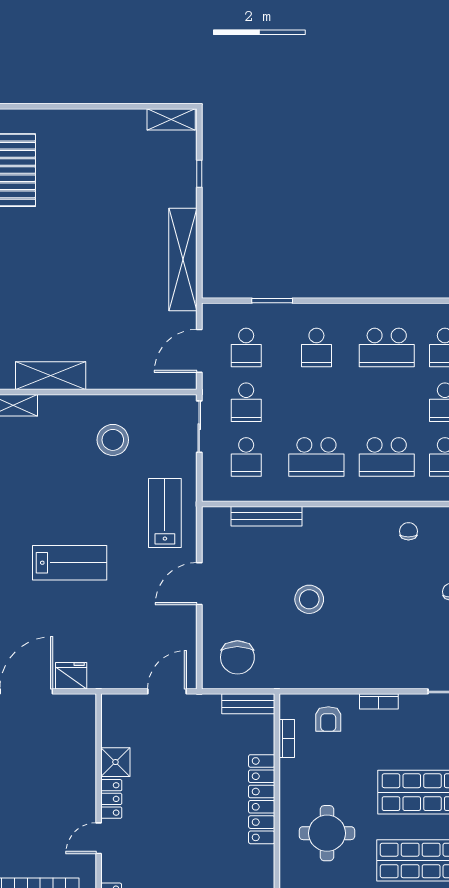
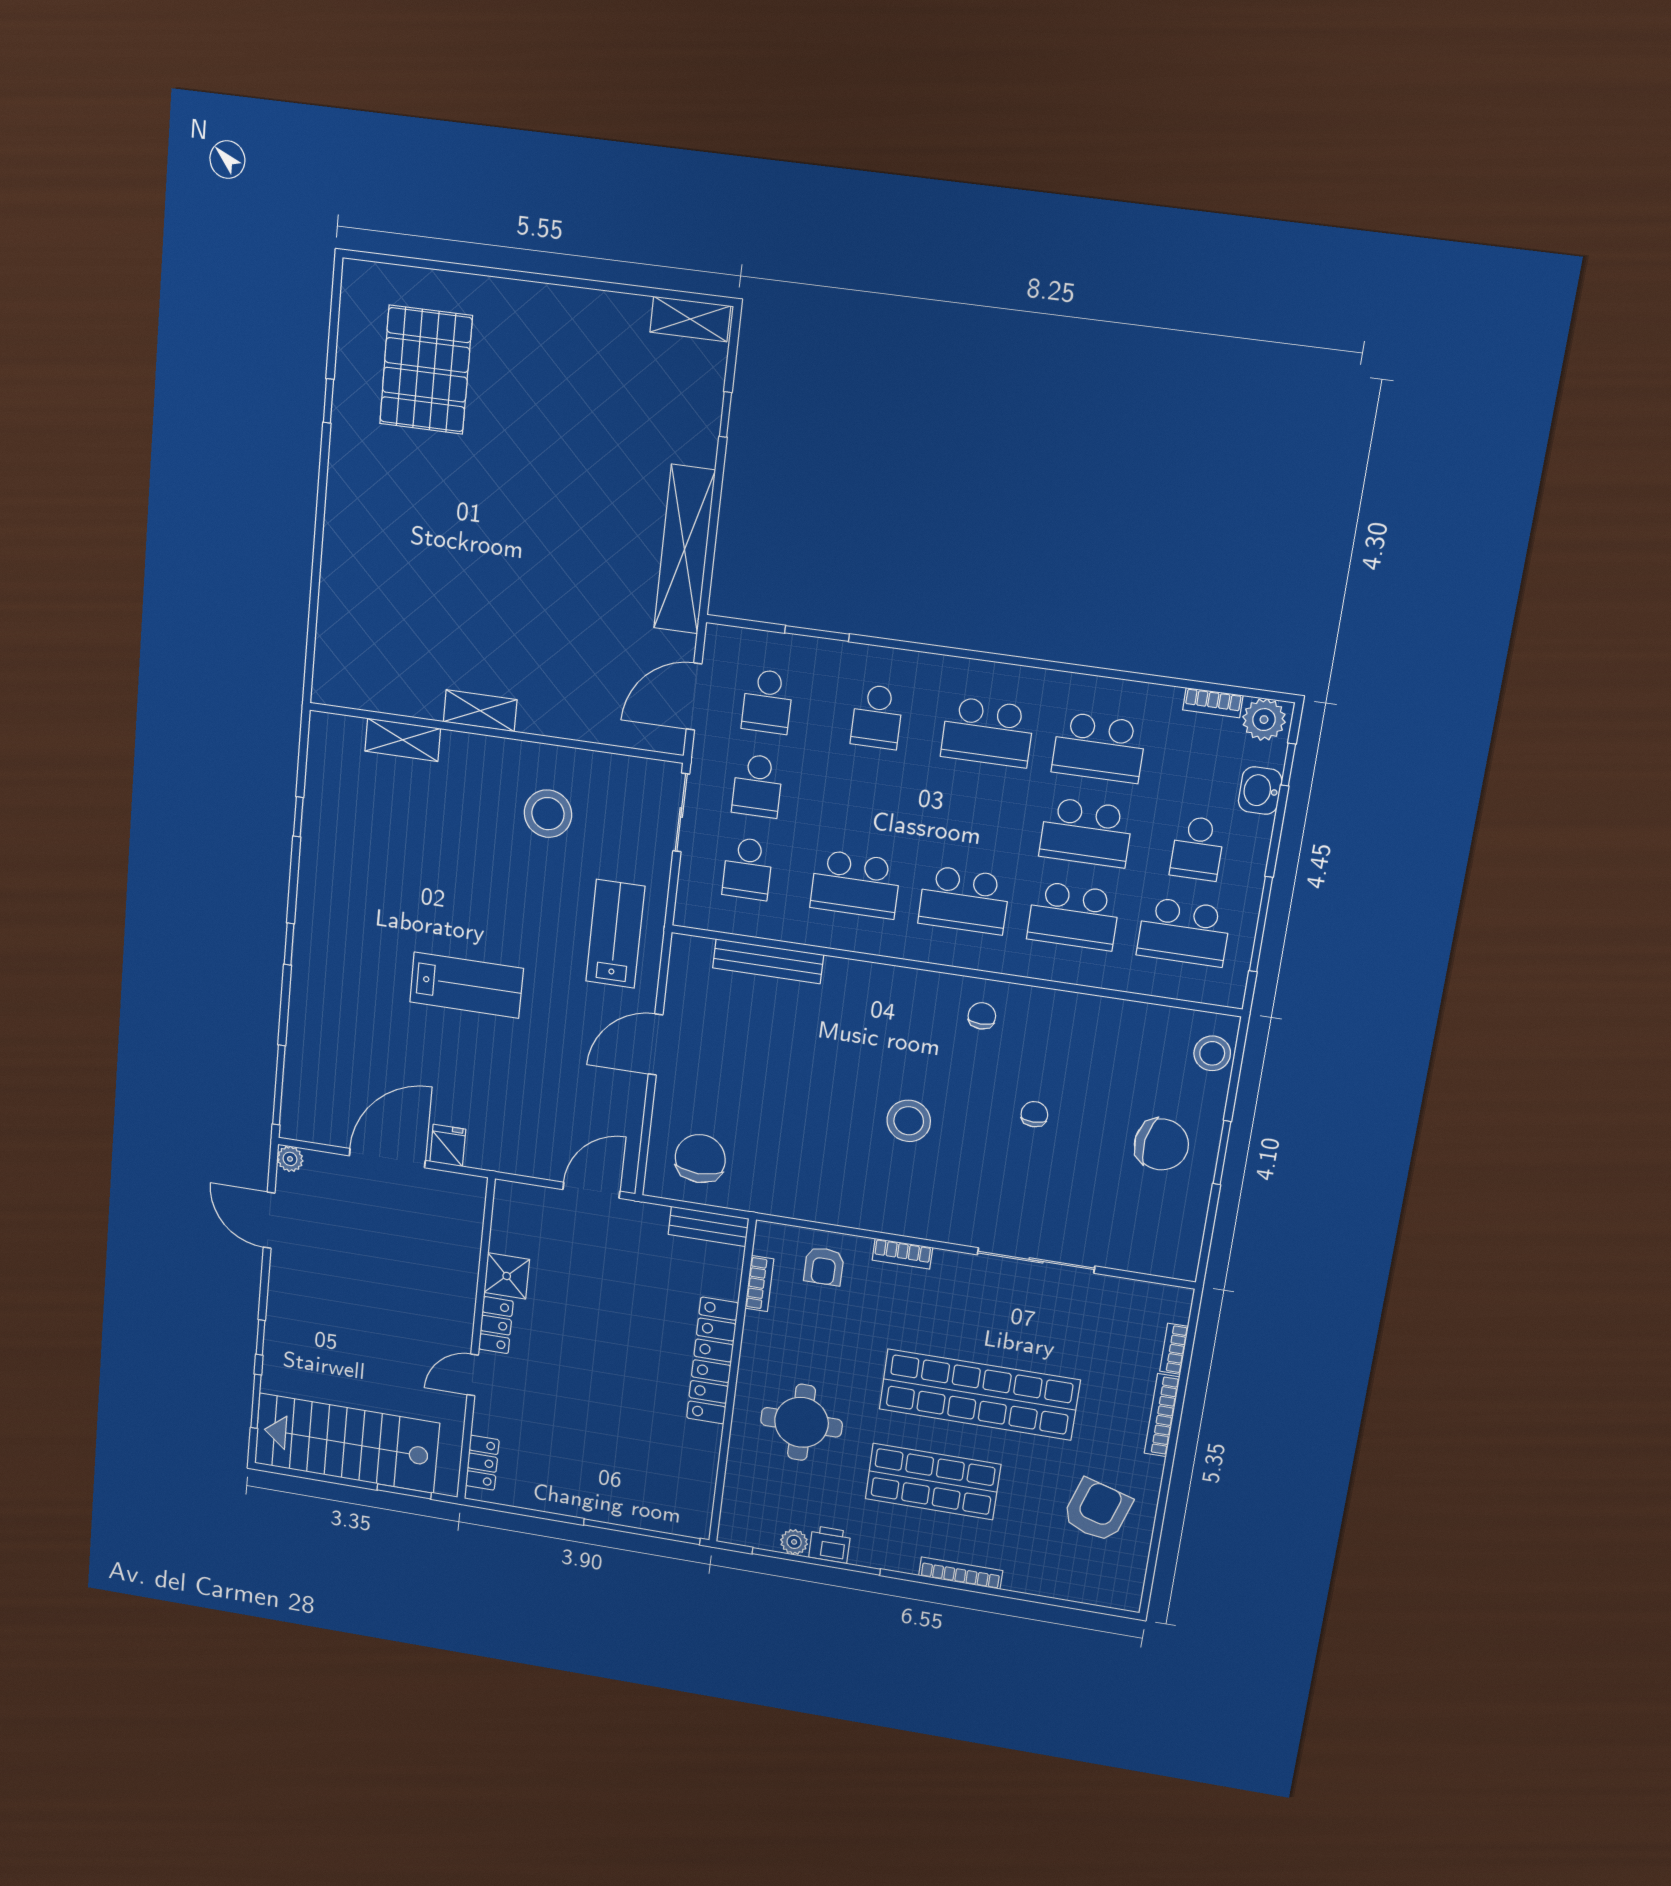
shelving: (51, 376) -> (480, 711), width x0.67, depth x0.75
stool: (309, 599) -> (909, 1121), moved
chair: (237, 657) -> (700, 1159), turned 180
fridge: (71, 676) -> (448, 1145), width x0.72

